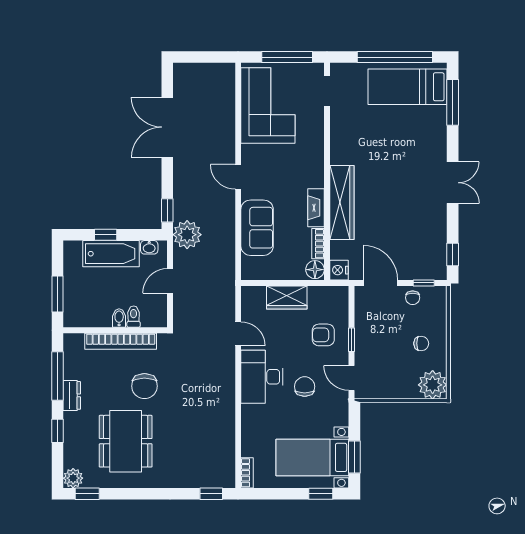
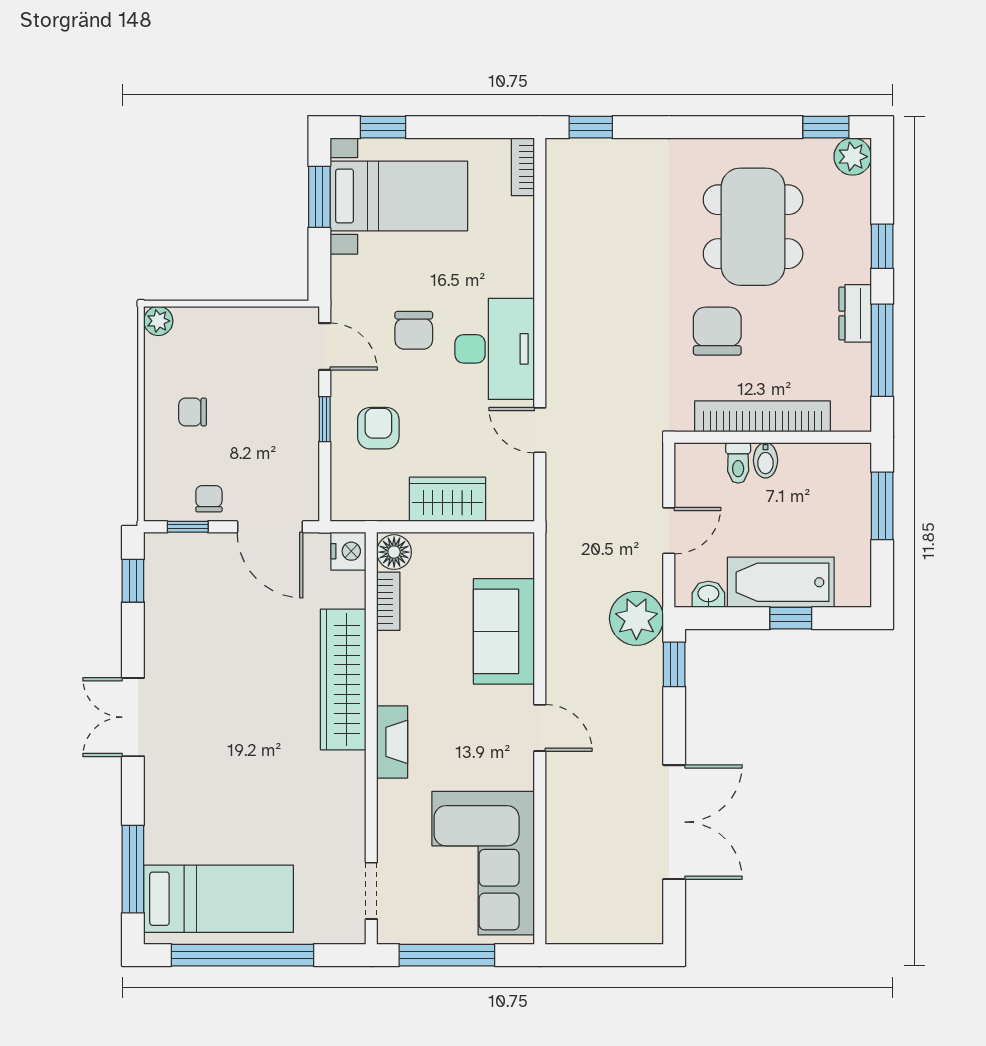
fireplace: (316, 208) -> (392, 742), moved
armchair: (323, 335) -> (378, 428), turned -90
plant: (433, 385) -> (158, 321), width x0.53, depth x0.53

